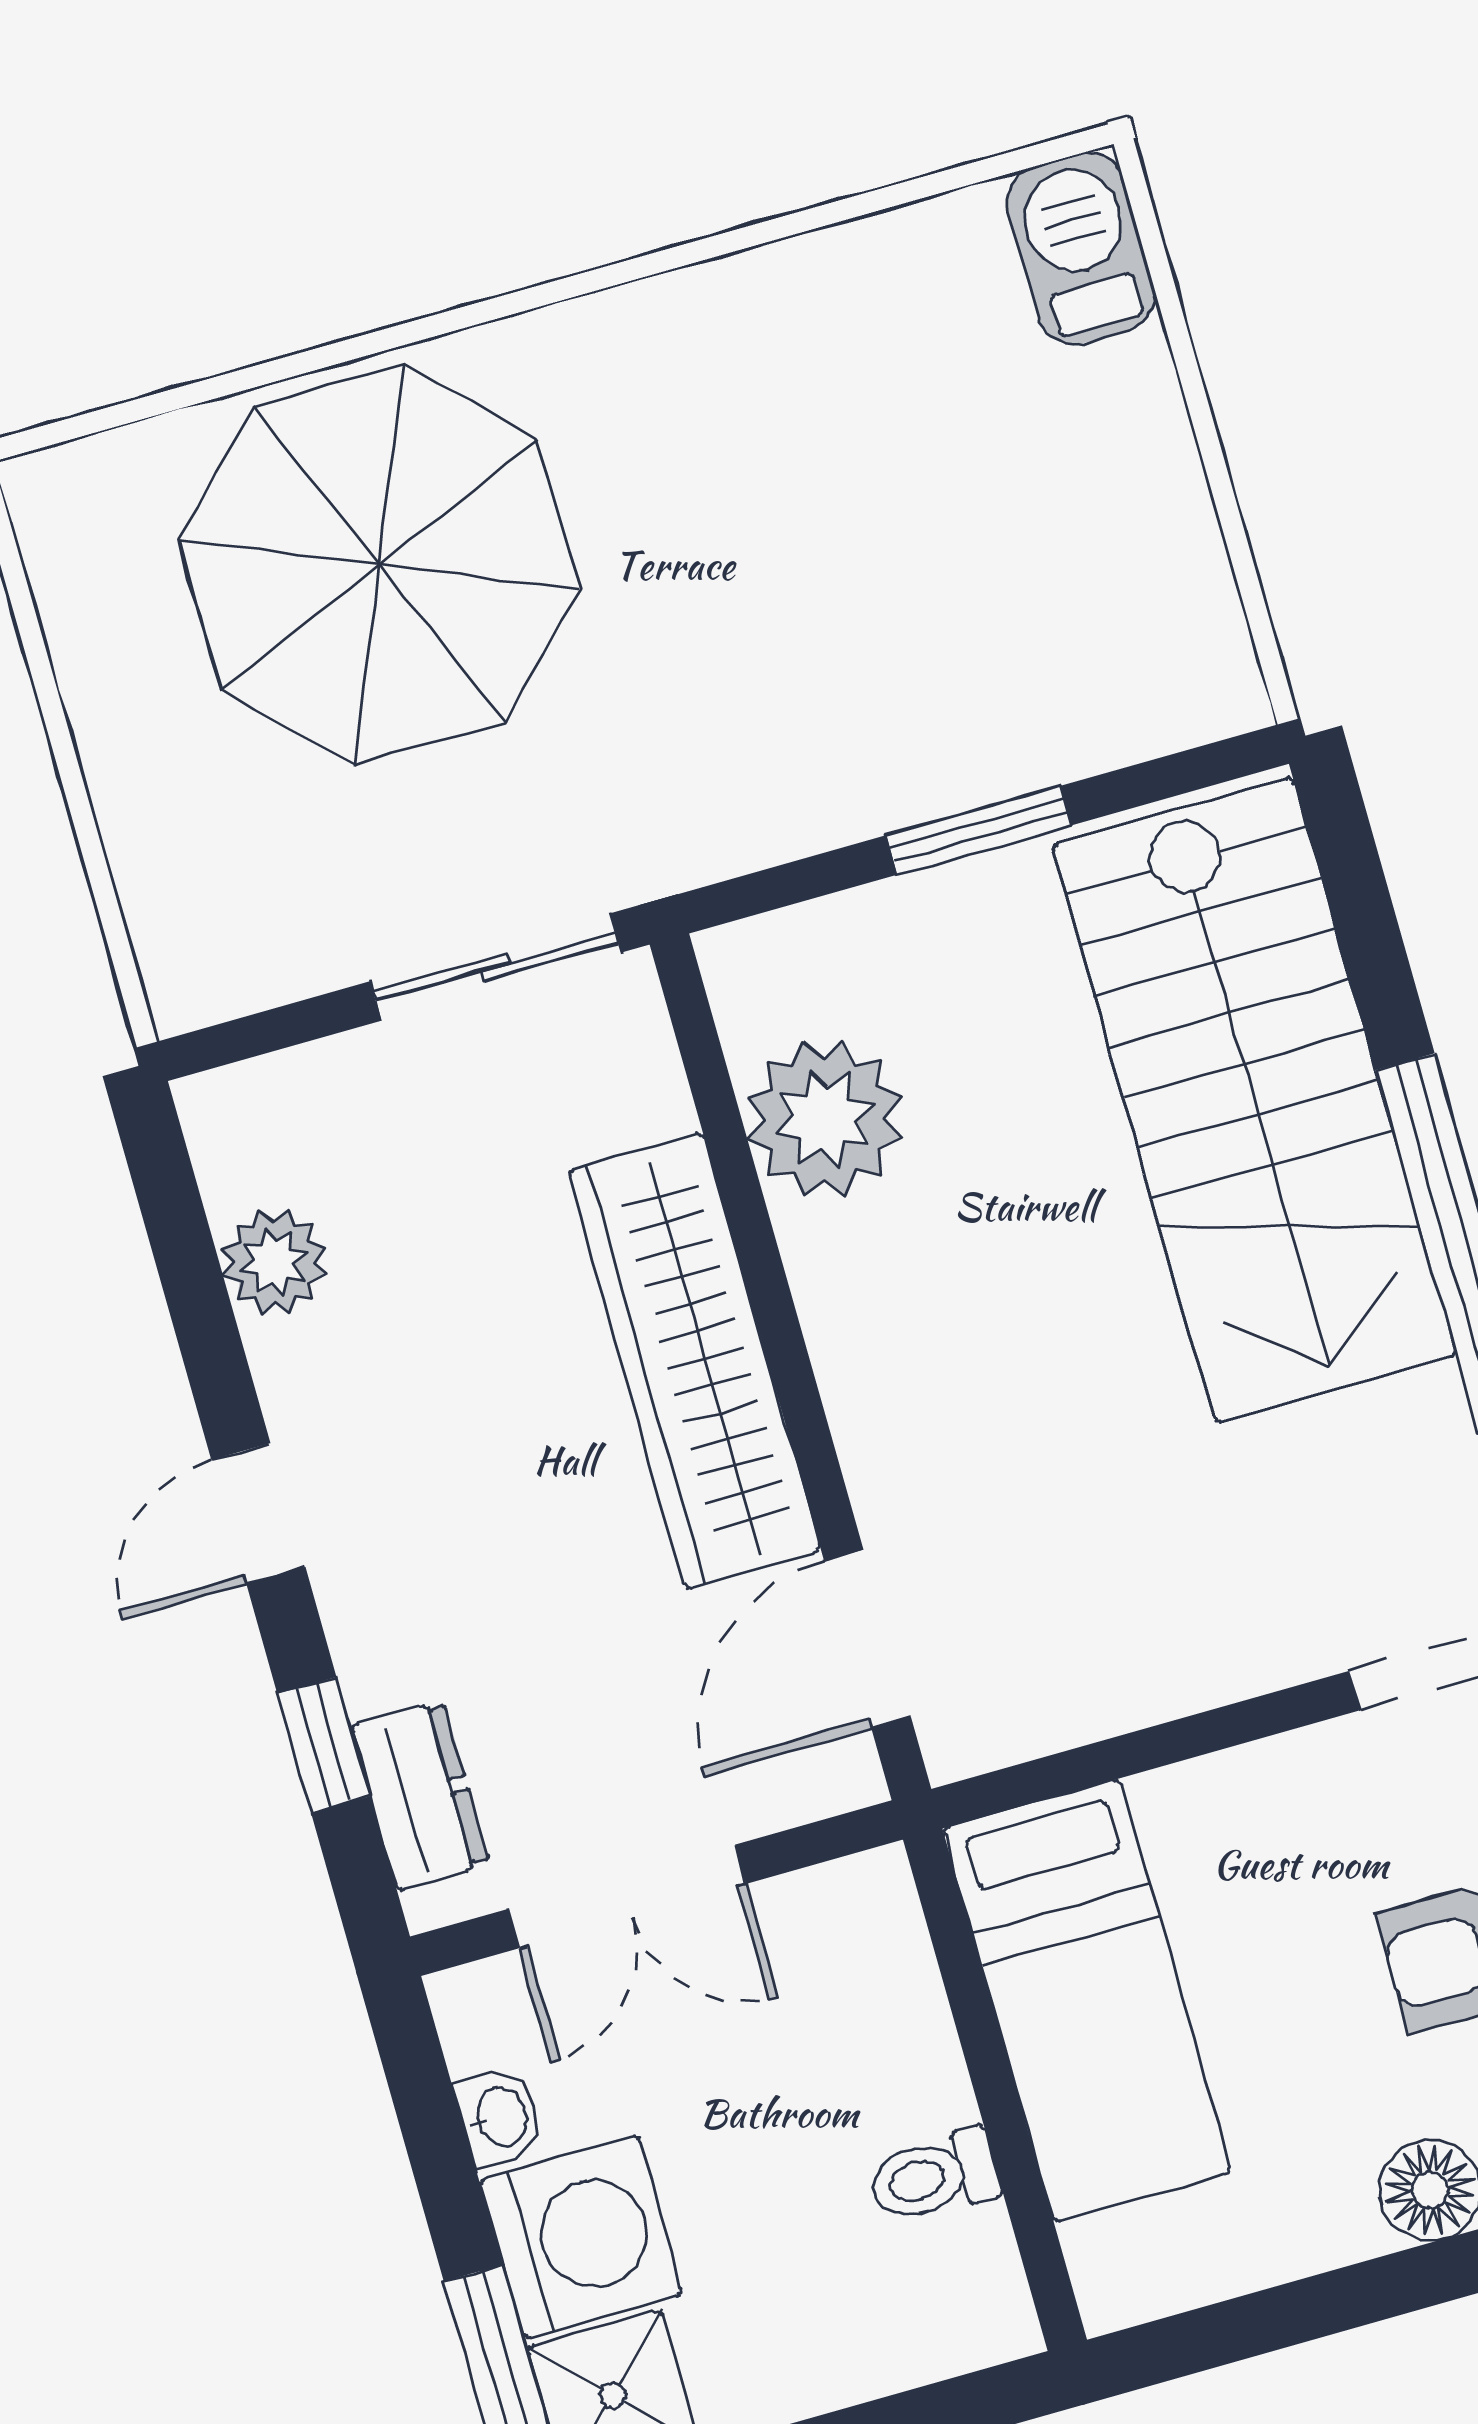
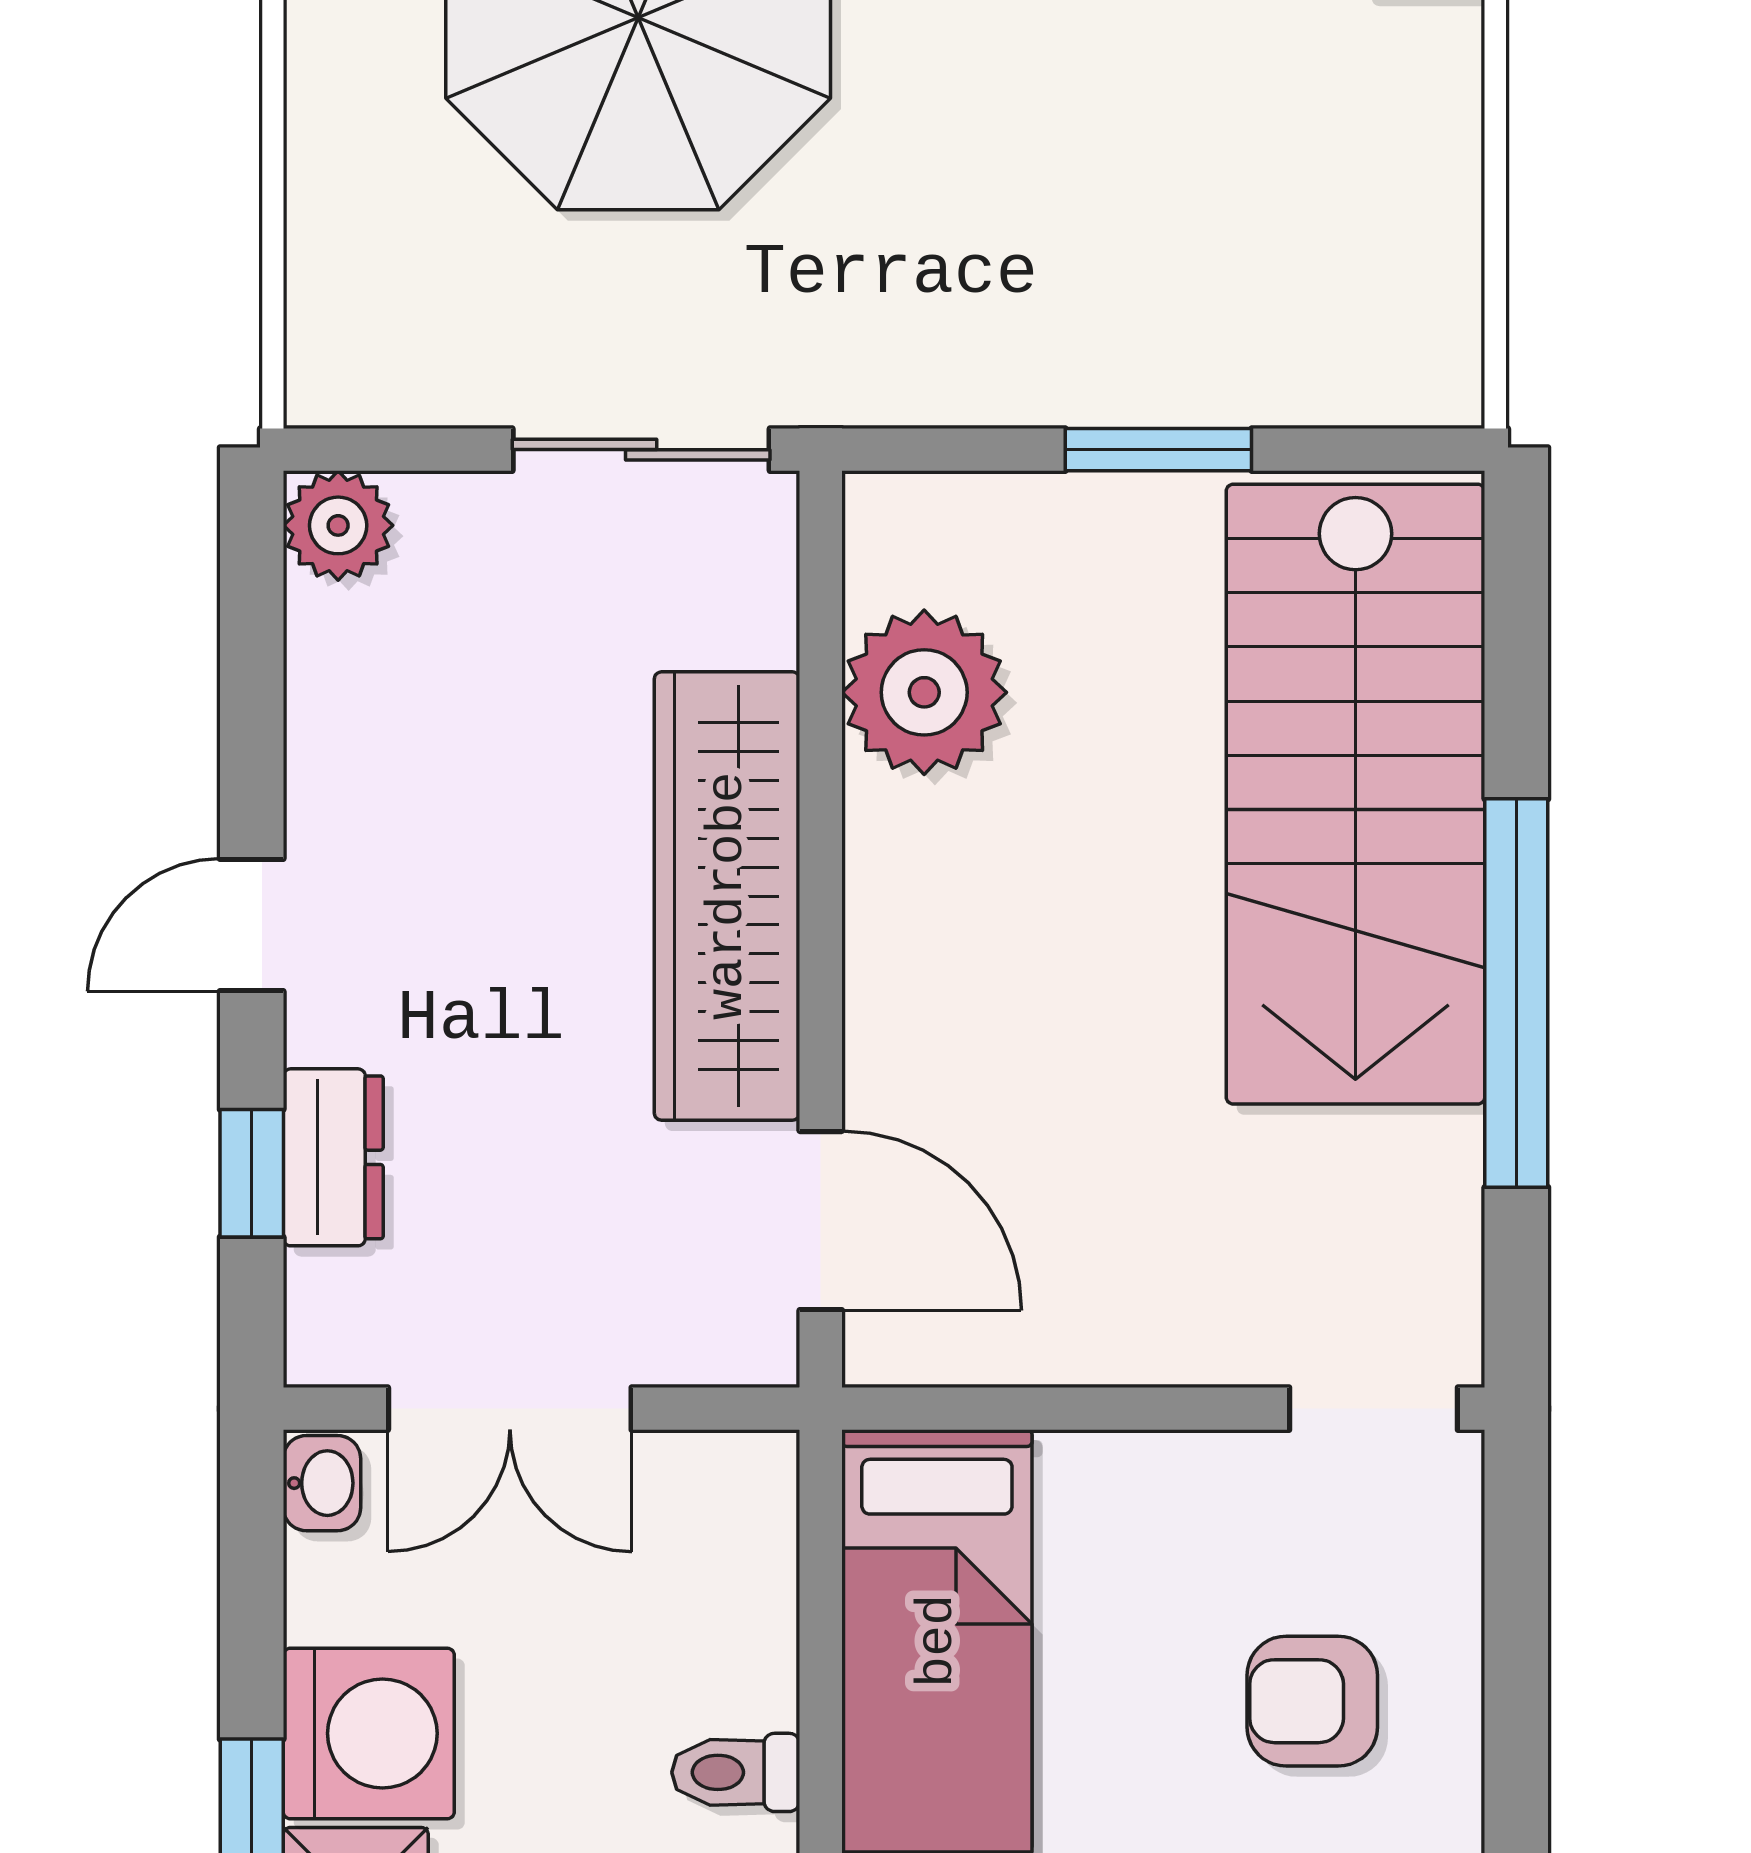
plant: (274, 1262) -> (338, 525), moved
door: (867, 1639) -> (821, 1221), swing flipped
dresser: (420, 1796) -> (333, 1157), moved
washbasin: (500, 2117) -> (322, 1483), moved

